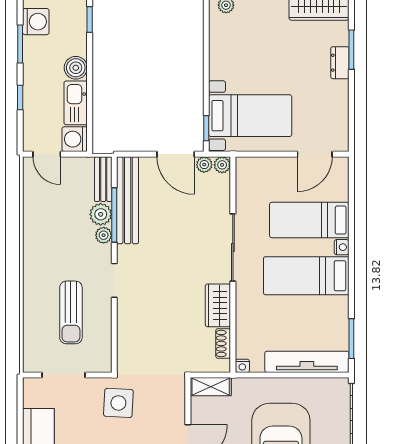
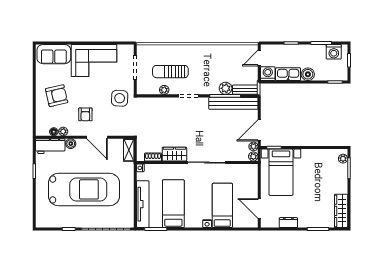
dresser: (340, 63) -> (288, 223), moved
plant: (104, 235) -> (164, 90), moved
bed: (306, 276) -> (173, 204), moved

